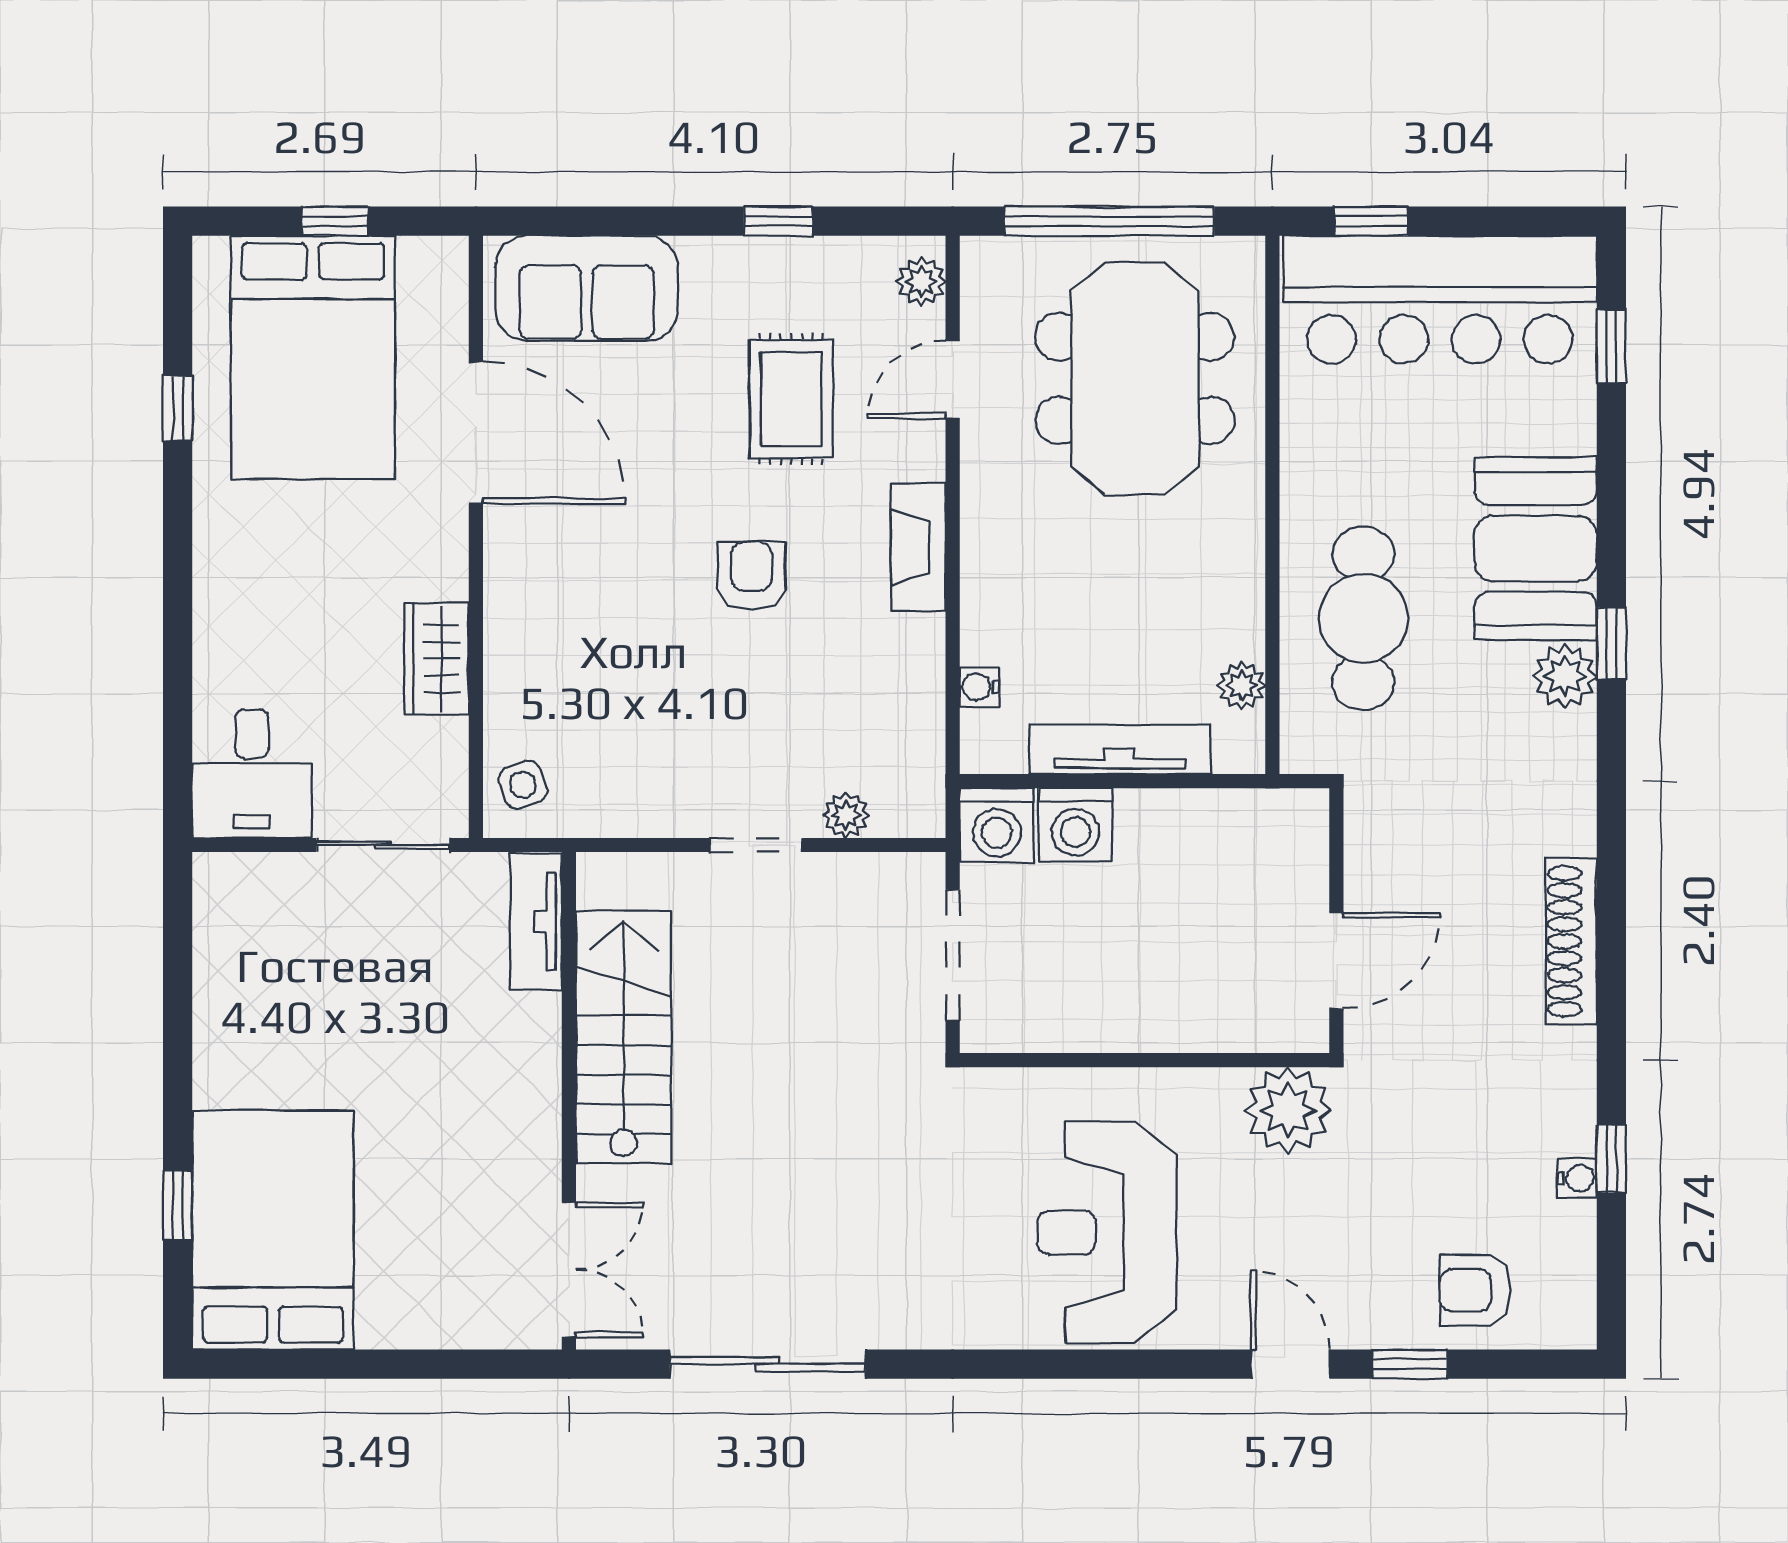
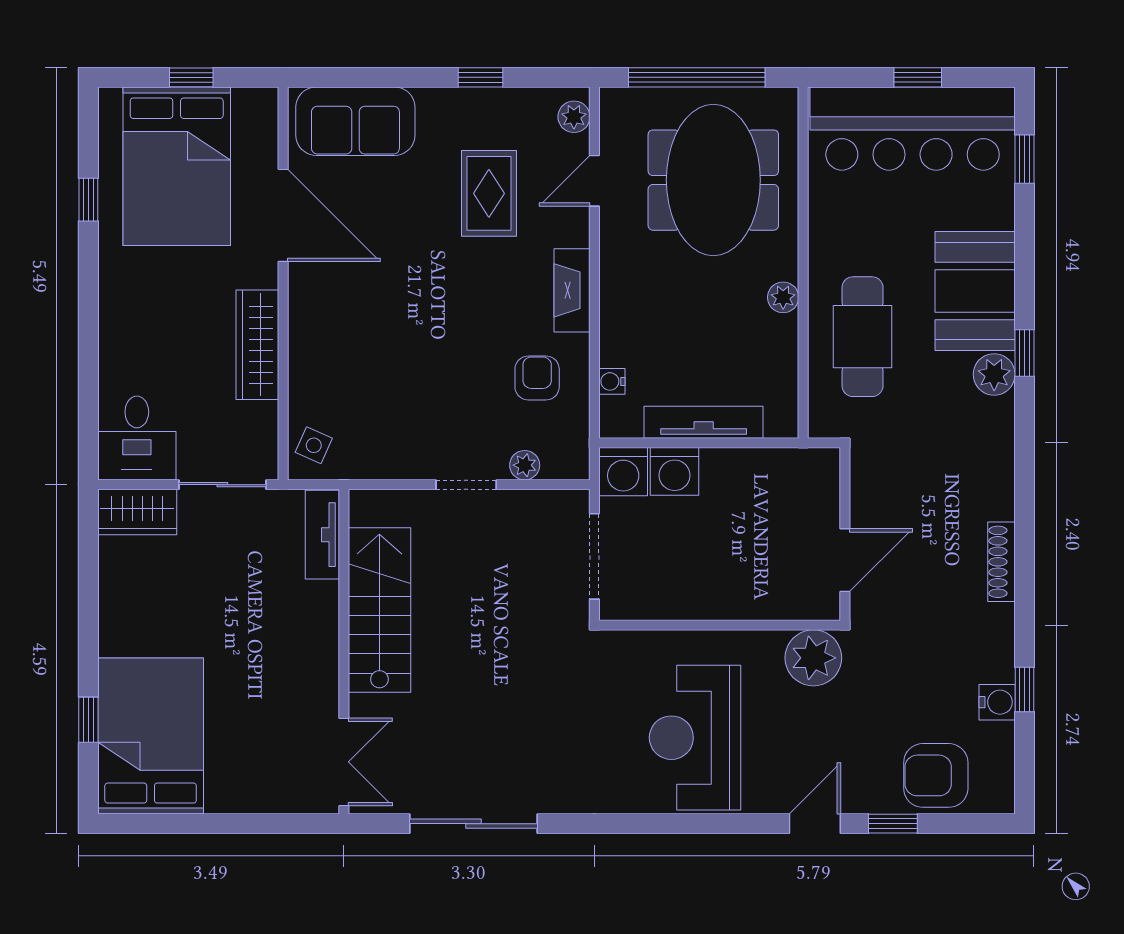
window: (1371, 221) -> (918, 77), moved
armchair: (752, 576) -> (537, 378), moved
wardrobe: (436, 659) -> (257, 345), width x1.50
plant: (1242, 685) -> (783, 297), moved
side table: (523, 785) -> (314, 445), turned 45
wardrobe: (253, 887) -> (137, 512), added
shoe rack: (1571, 941) -> (1001, 562), width x0.74, depth x0.81
water cooler: (1577, 1178) -> (997, 702), width x1.38, depth x1.38
armchair: (1476, 1290) -> (936, 775), width x1.38, depth x1.38
door: (1290, 1364) -> (815, 824), hinge flipped

